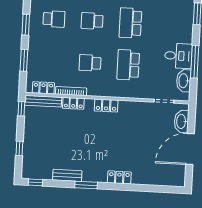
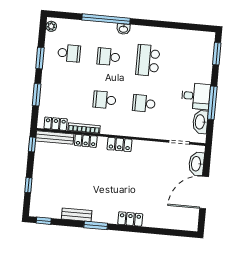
school desk: (128, 65) -> (144, 103), width x0.54

